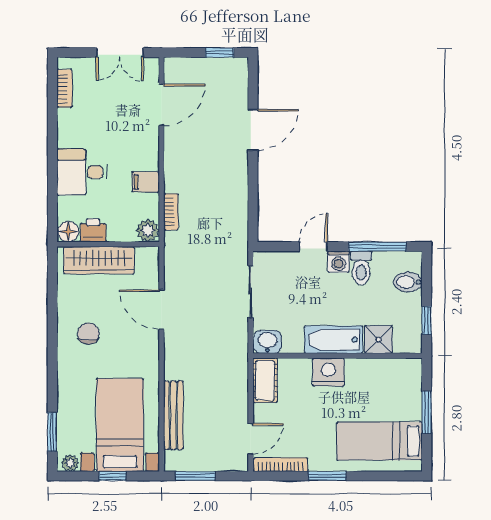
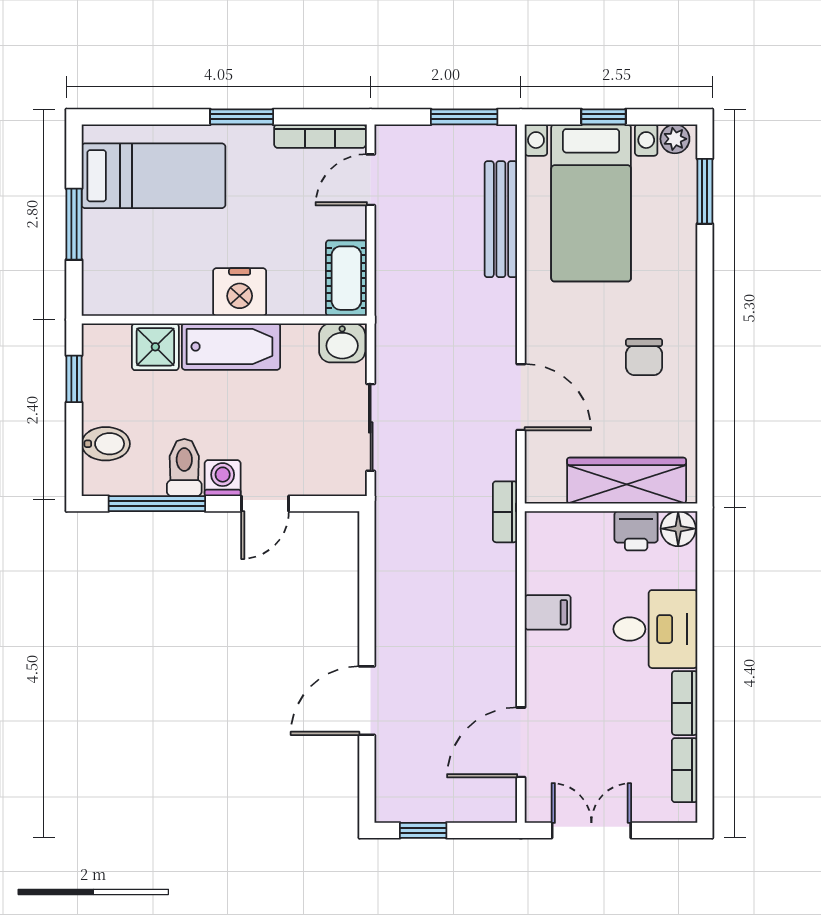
bookcase: (64, 128) -> (685, 703), added
bookcase: (171, 212) -> (505, 512), moved
plant: (148, 231) -> (544, 531), removed

